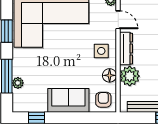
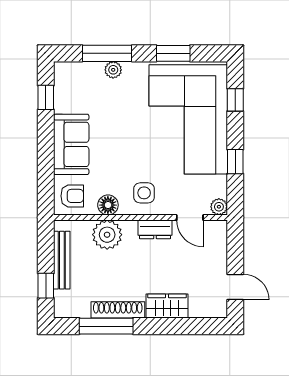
door: (118, 20) -> (190, 218), hinge flipped
dresser: (126, 49) -> (155, 229), width x0.70
plant: (18, 83) -> (113, 70), moved

